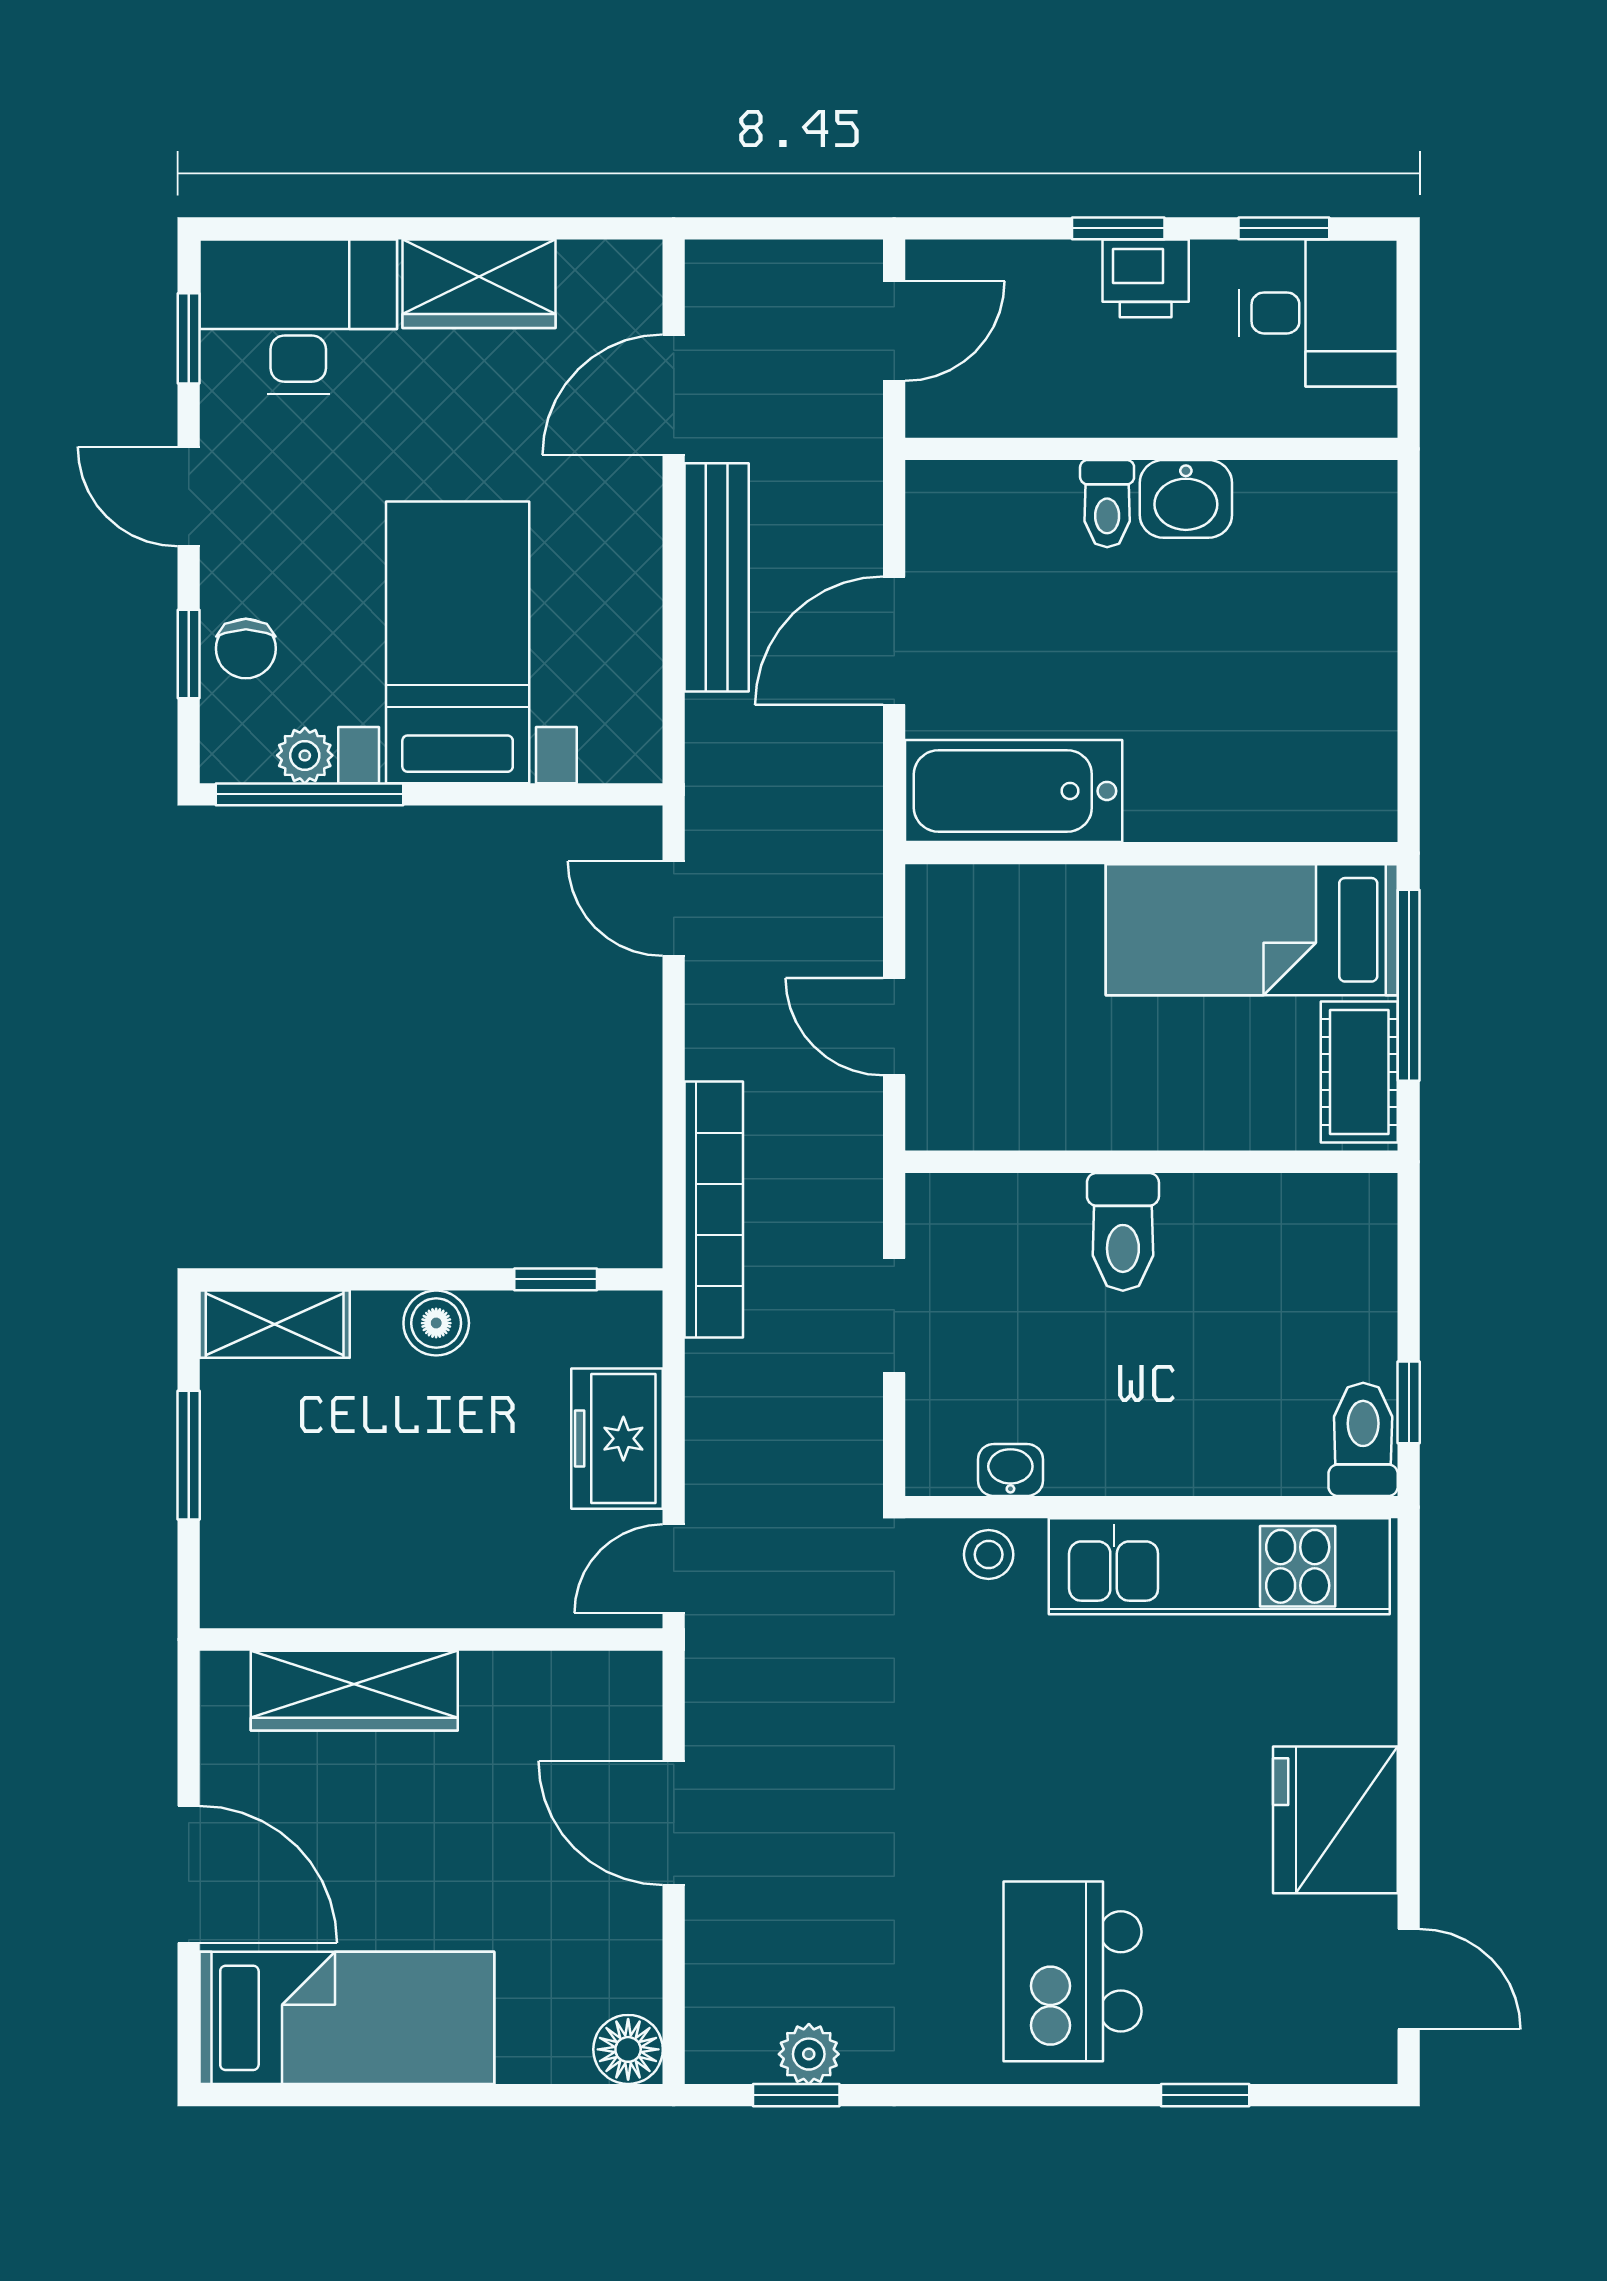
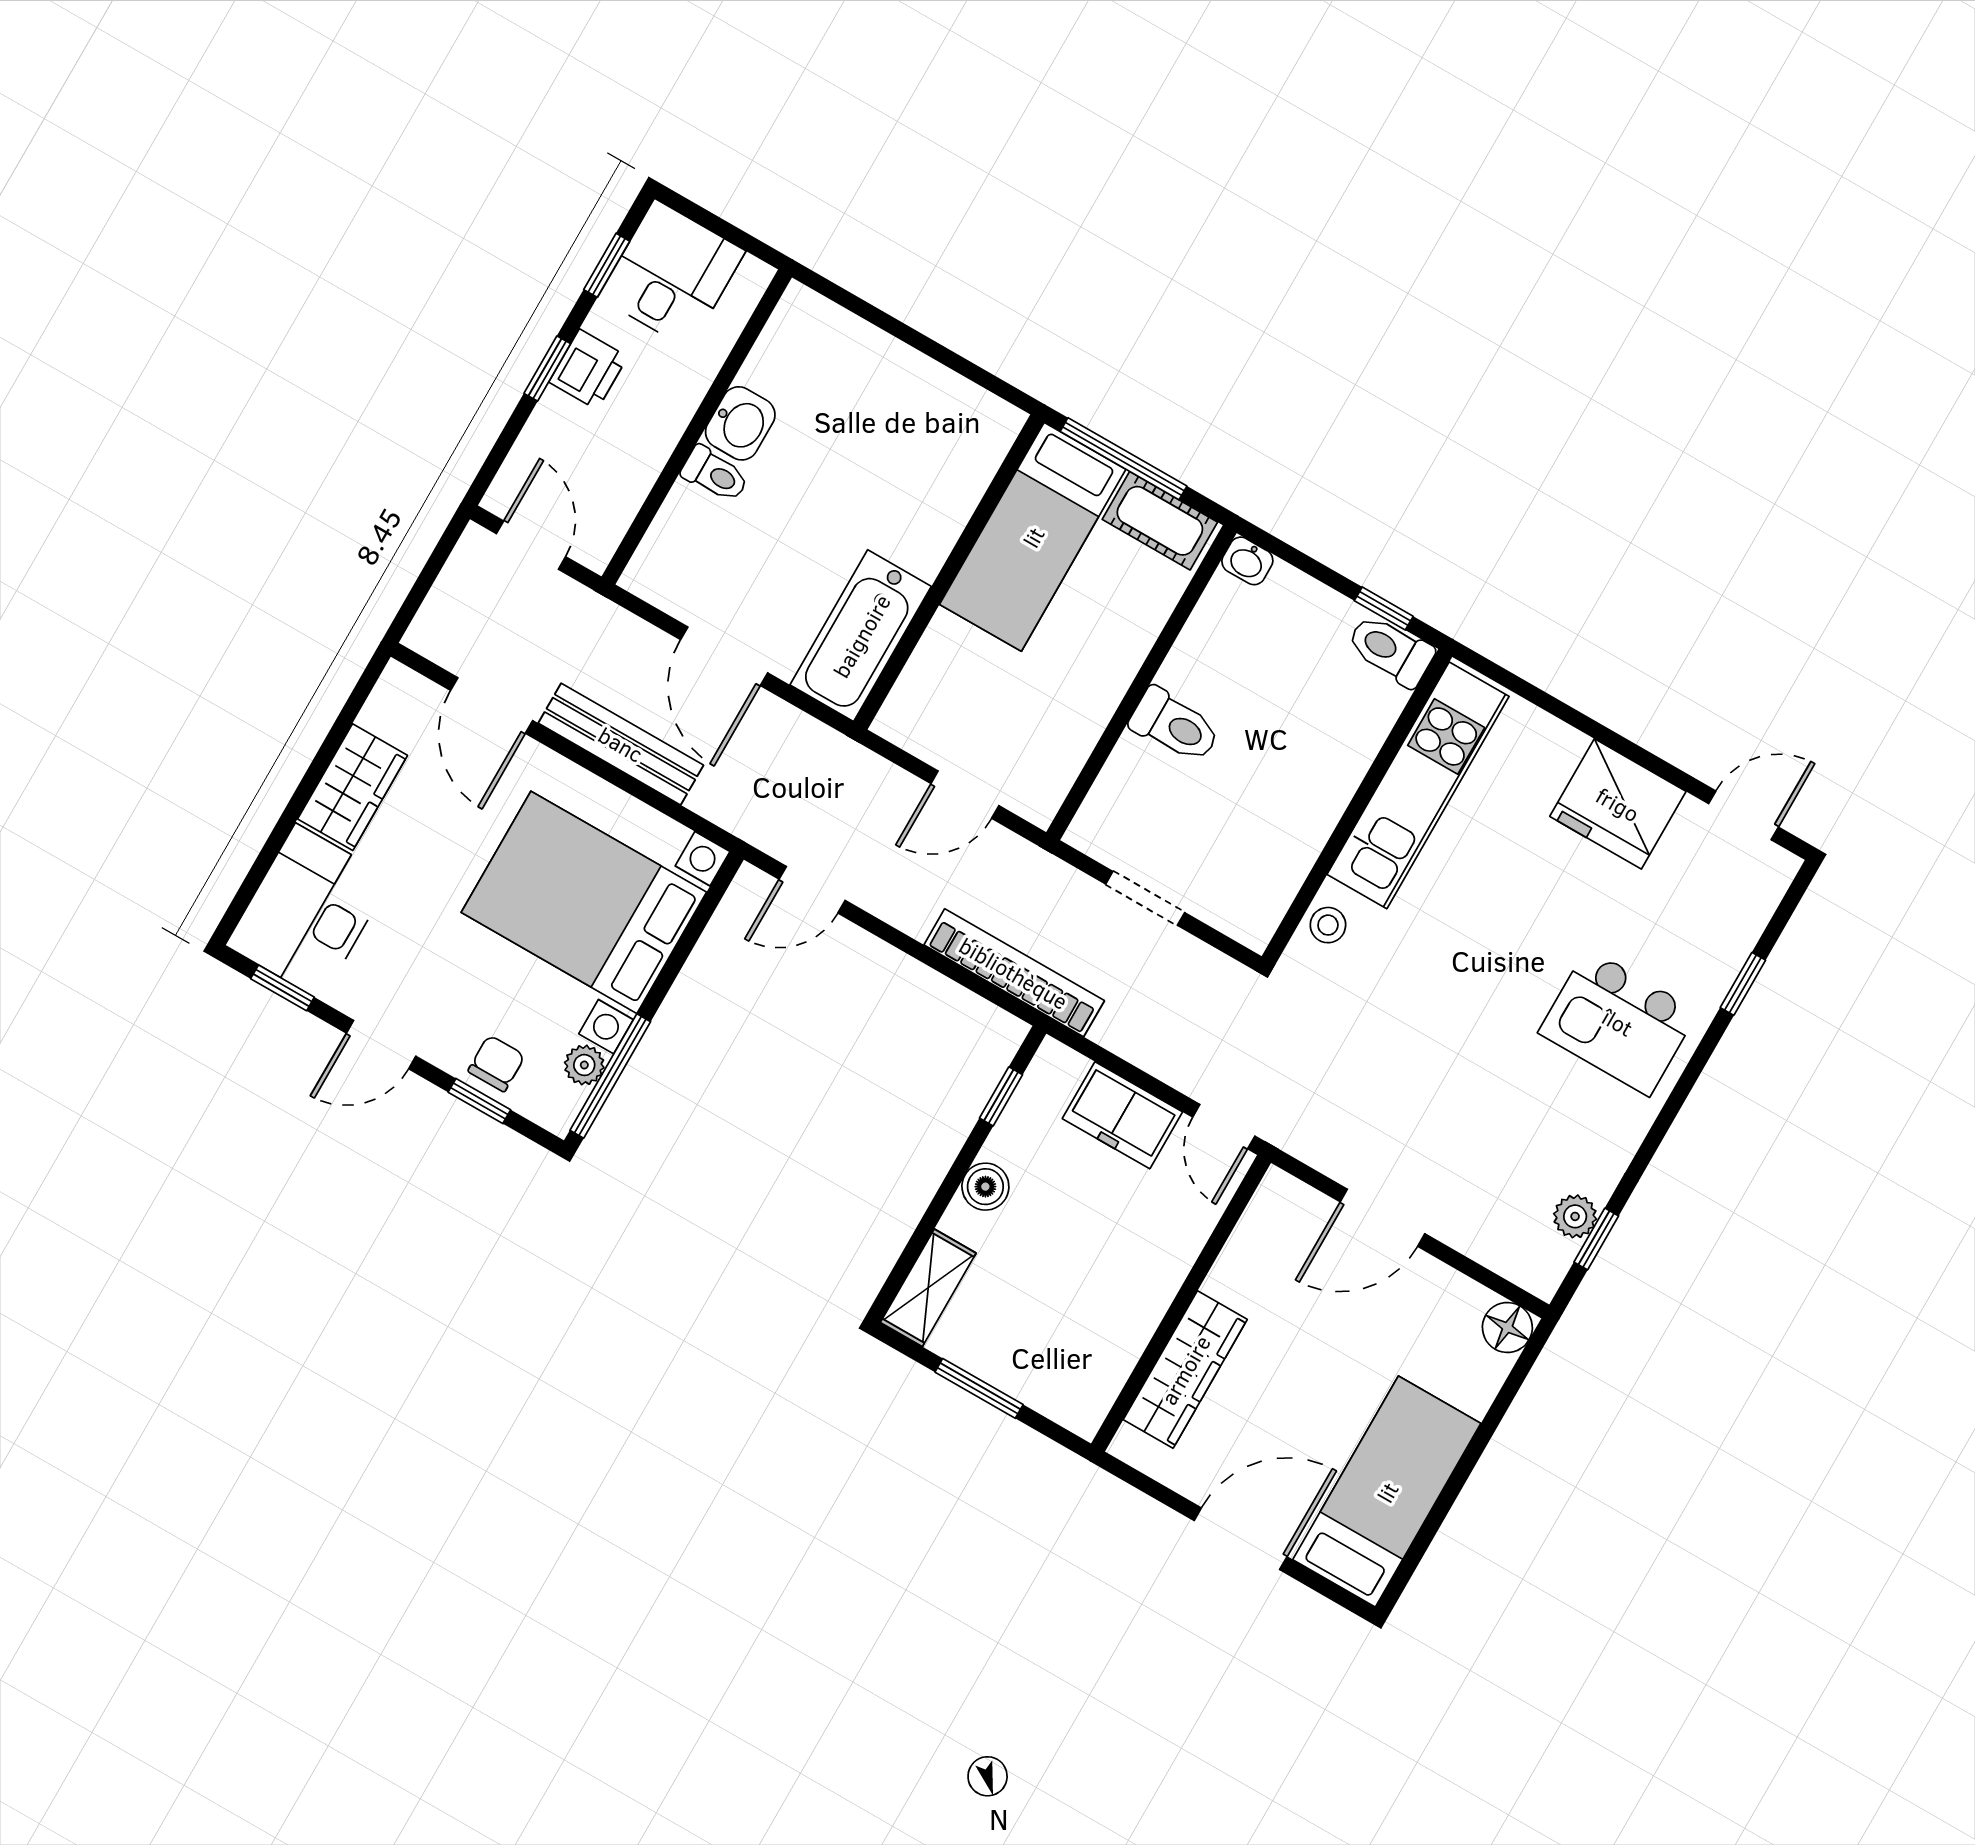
bed with nightstands: (458, 642) -> (584, 902), width x1.36
chair: (246, 649) -> (496, 1063), turned -90
washbasin: (1010, 1470) -> (1247, 561), moved, turned -90

